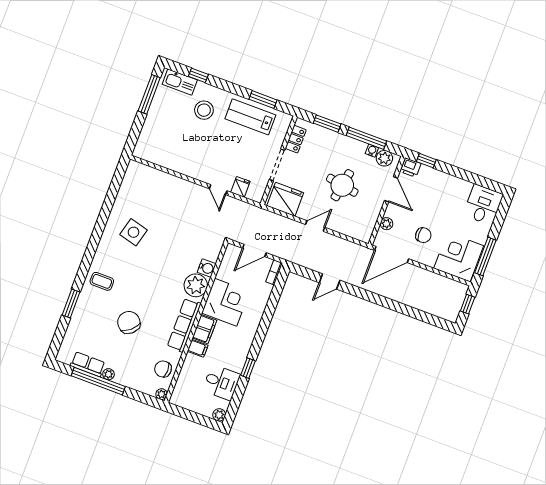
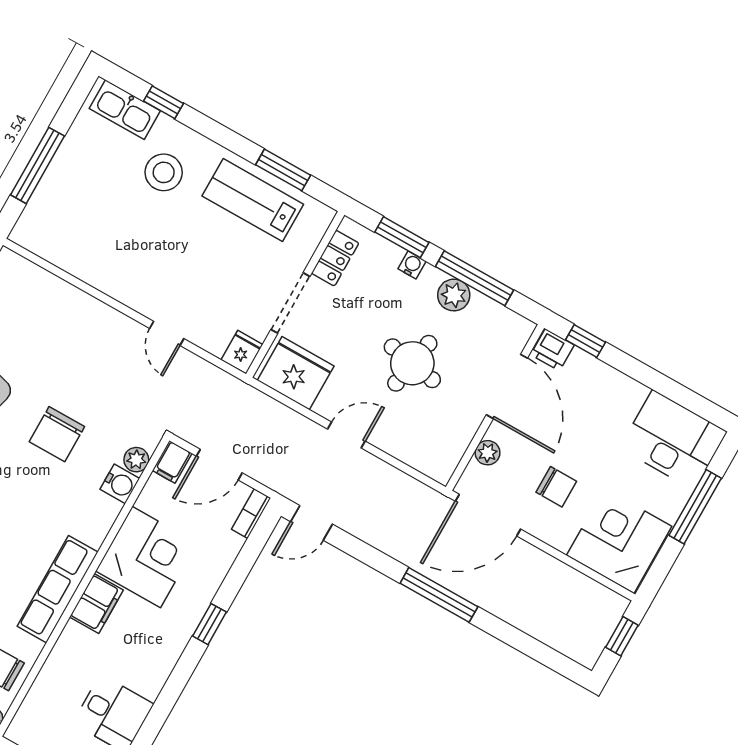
window: (149, 94) -> (38, 165), moved
water cooler: (372, 151) -> (412, 265), moved
plant: (384, 158) -> (454, 295), moved
fridge: (240, 187) -> (242, 352), moved
door: (391, 189) -> (507, 386), width x1.36
desk: (483, 205) -> (673, 440), width x1.37
chair: (172, 248) -> (57, 434), added
window: (485, 256) -> (695, 507), moved
door: (330, 282) -> (312, 523), moved
plant: (196, 285) -> (136, 460), moved, width x0.53, depth x0.53
window: (374, 298) -> (439, 595), added
filing cabinet: (198, 348) -> (172, 462), moved, turned 90
window: (248, 368) -> (209, 624), moved

